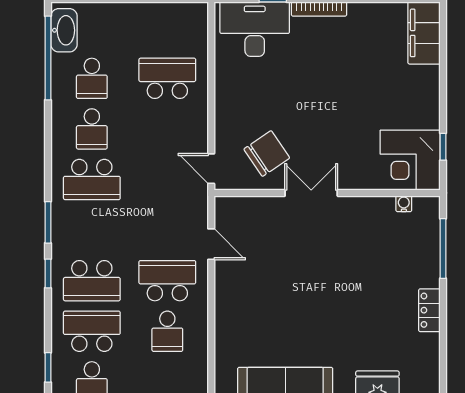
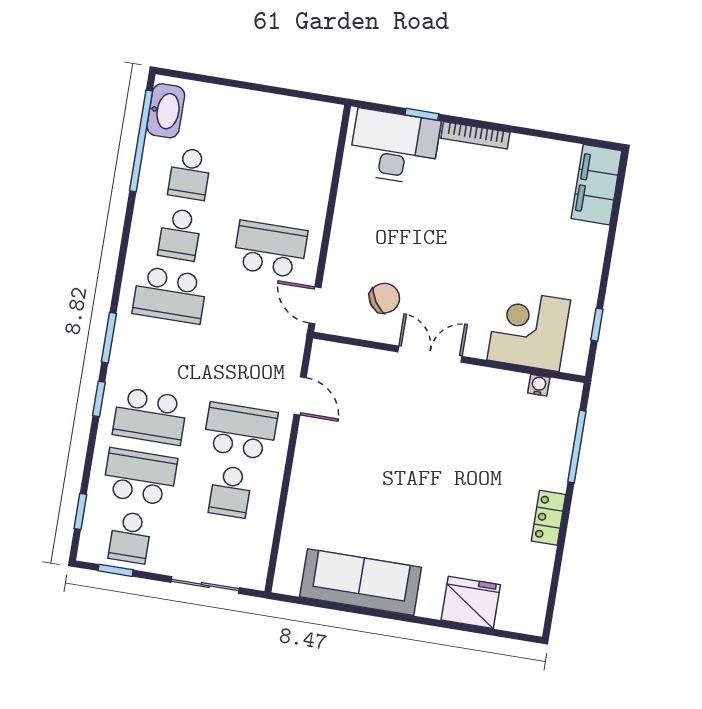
school desk: (167, 78) -> (270, 249), moved
chair: (267, 153) -> (384, 298), width x0.73, depth x0.73
corner desk: (410, 160) -> (529, 330), moved, turned 90

